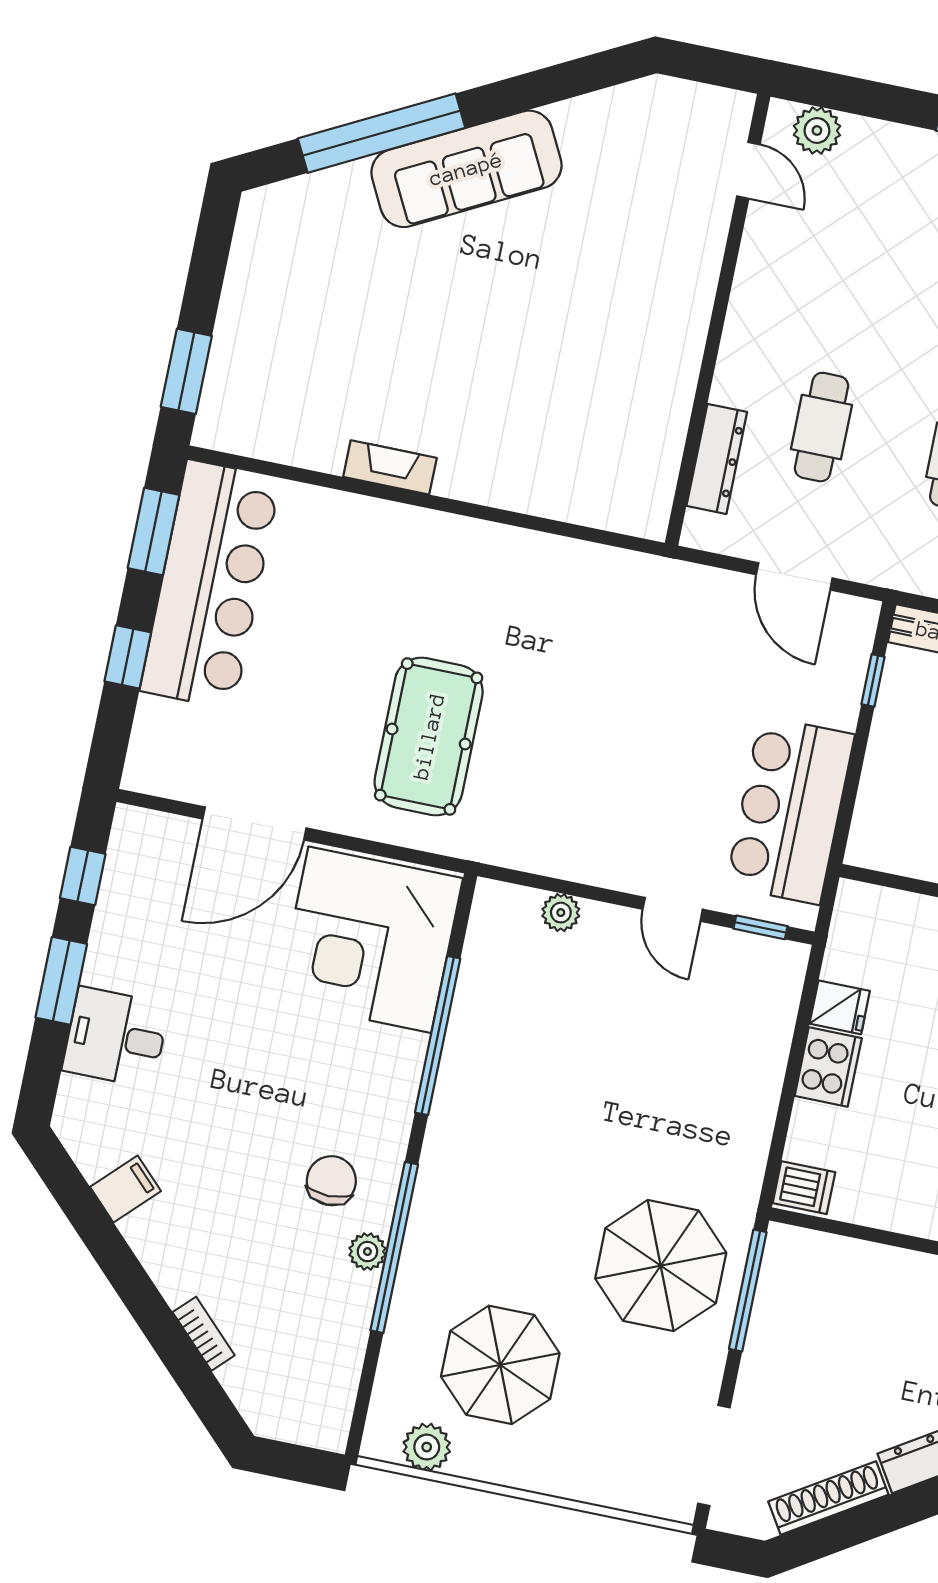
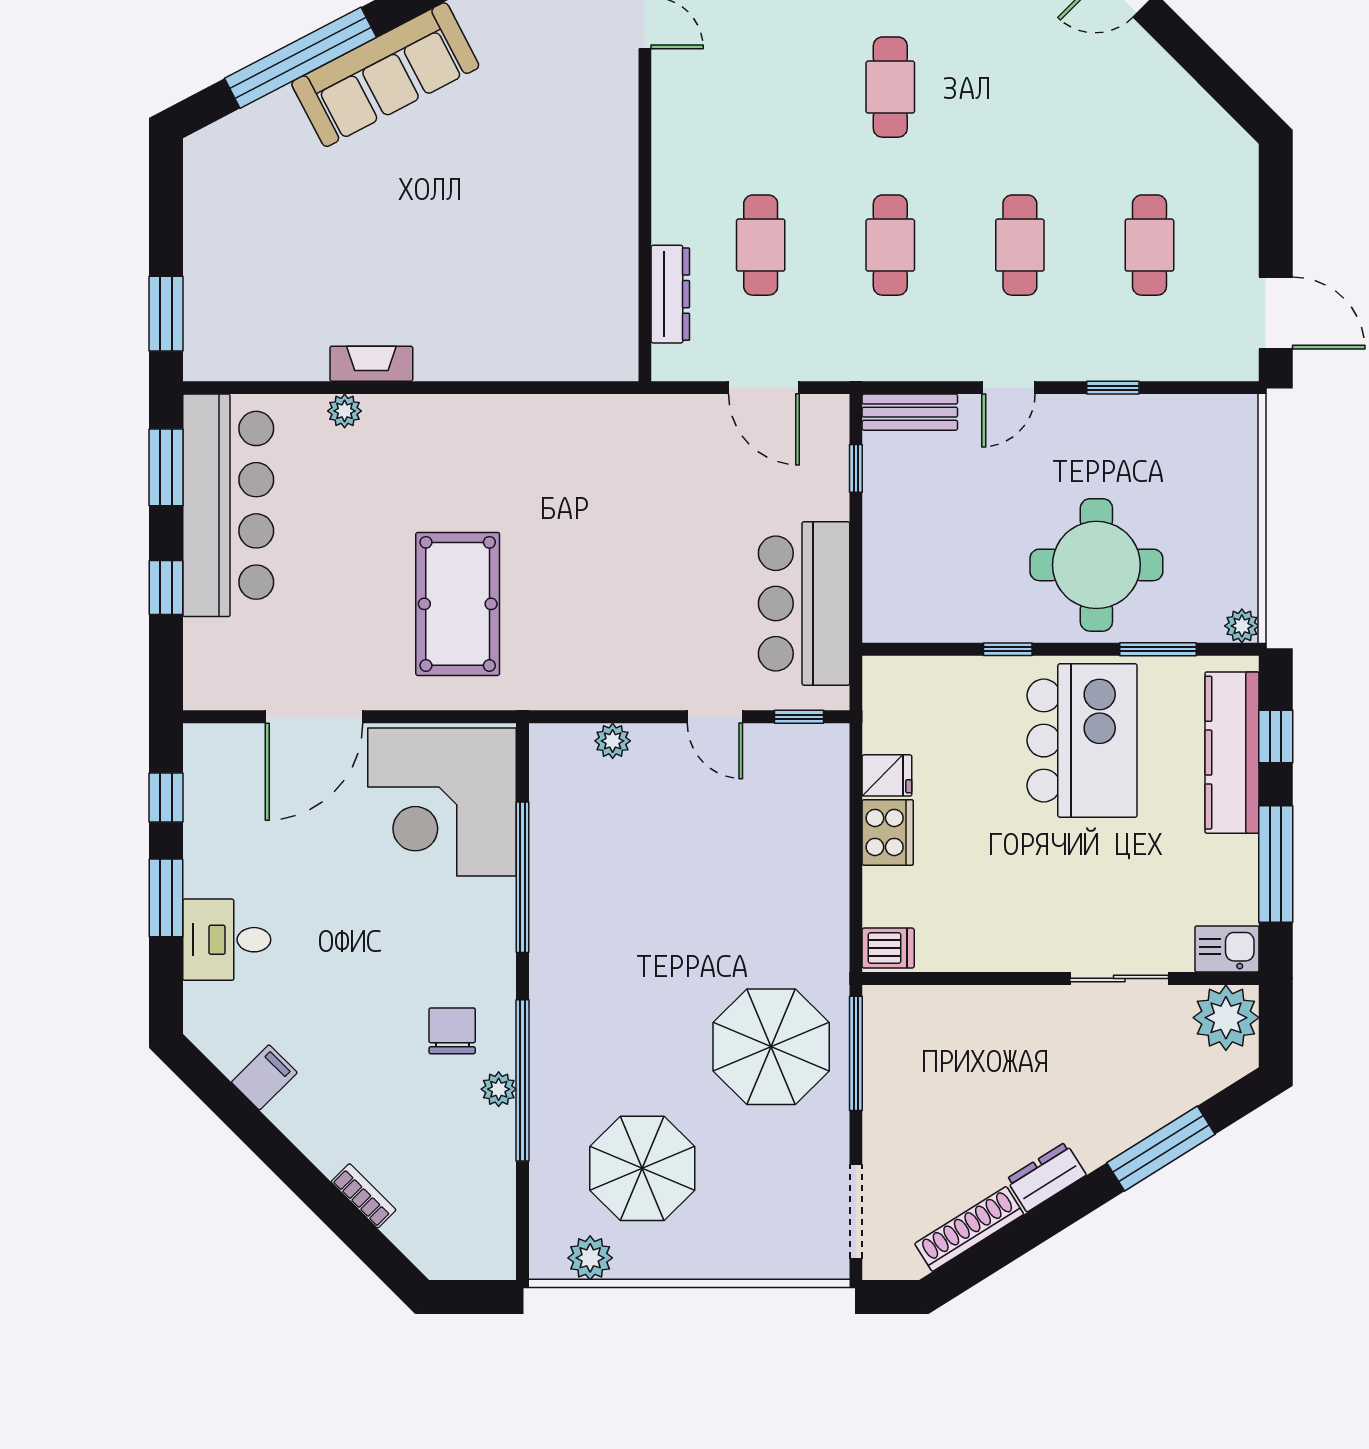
plant: (352, 511) -> (345, 411), added

